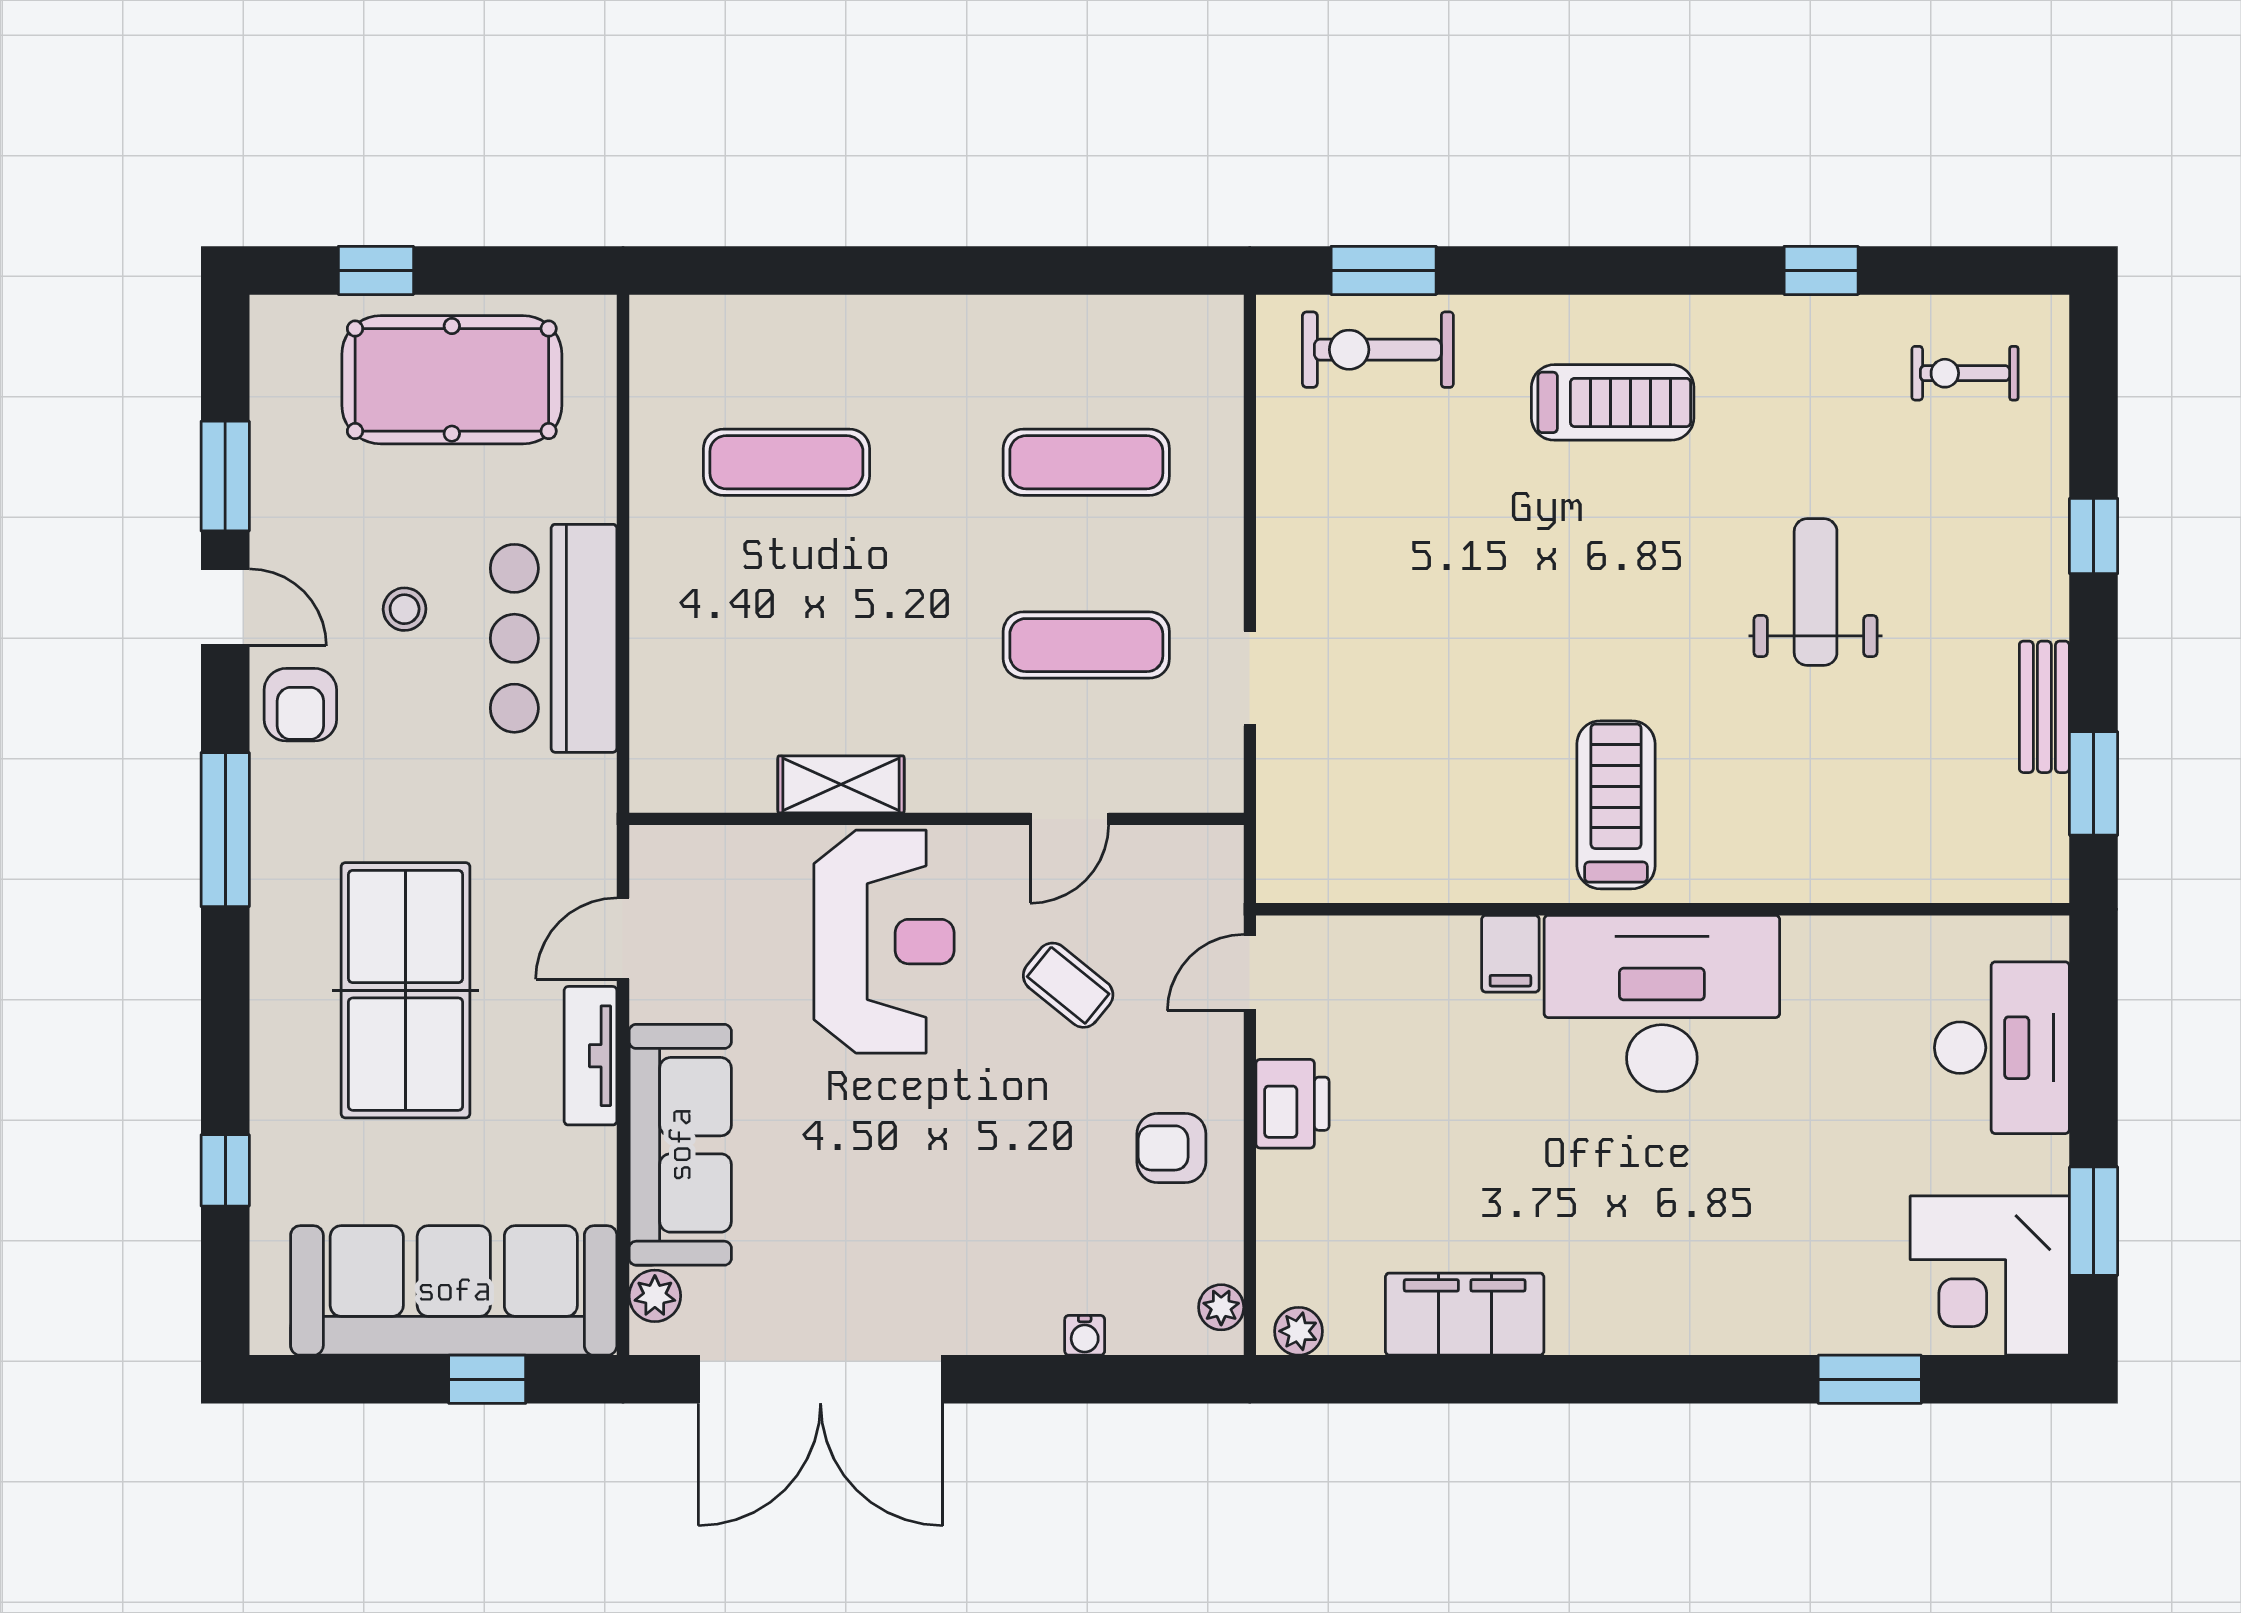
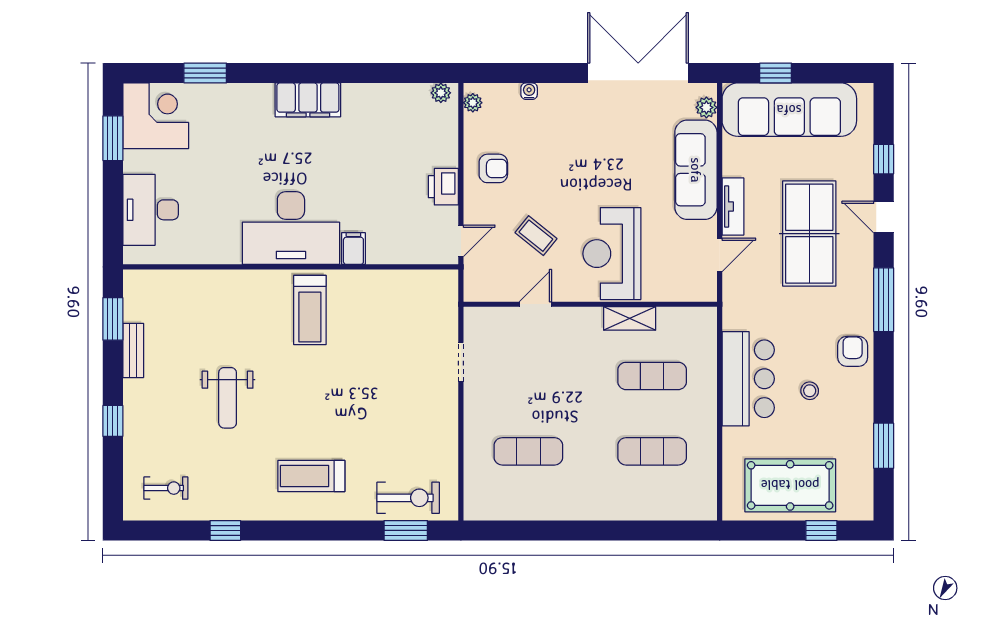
door: (225, 607) -> (884, 217), moved
exercise mat: (1086, 645) -> (652, 376), moved
filing cabinet: (1465, 1314) -> (308, 100), moved

